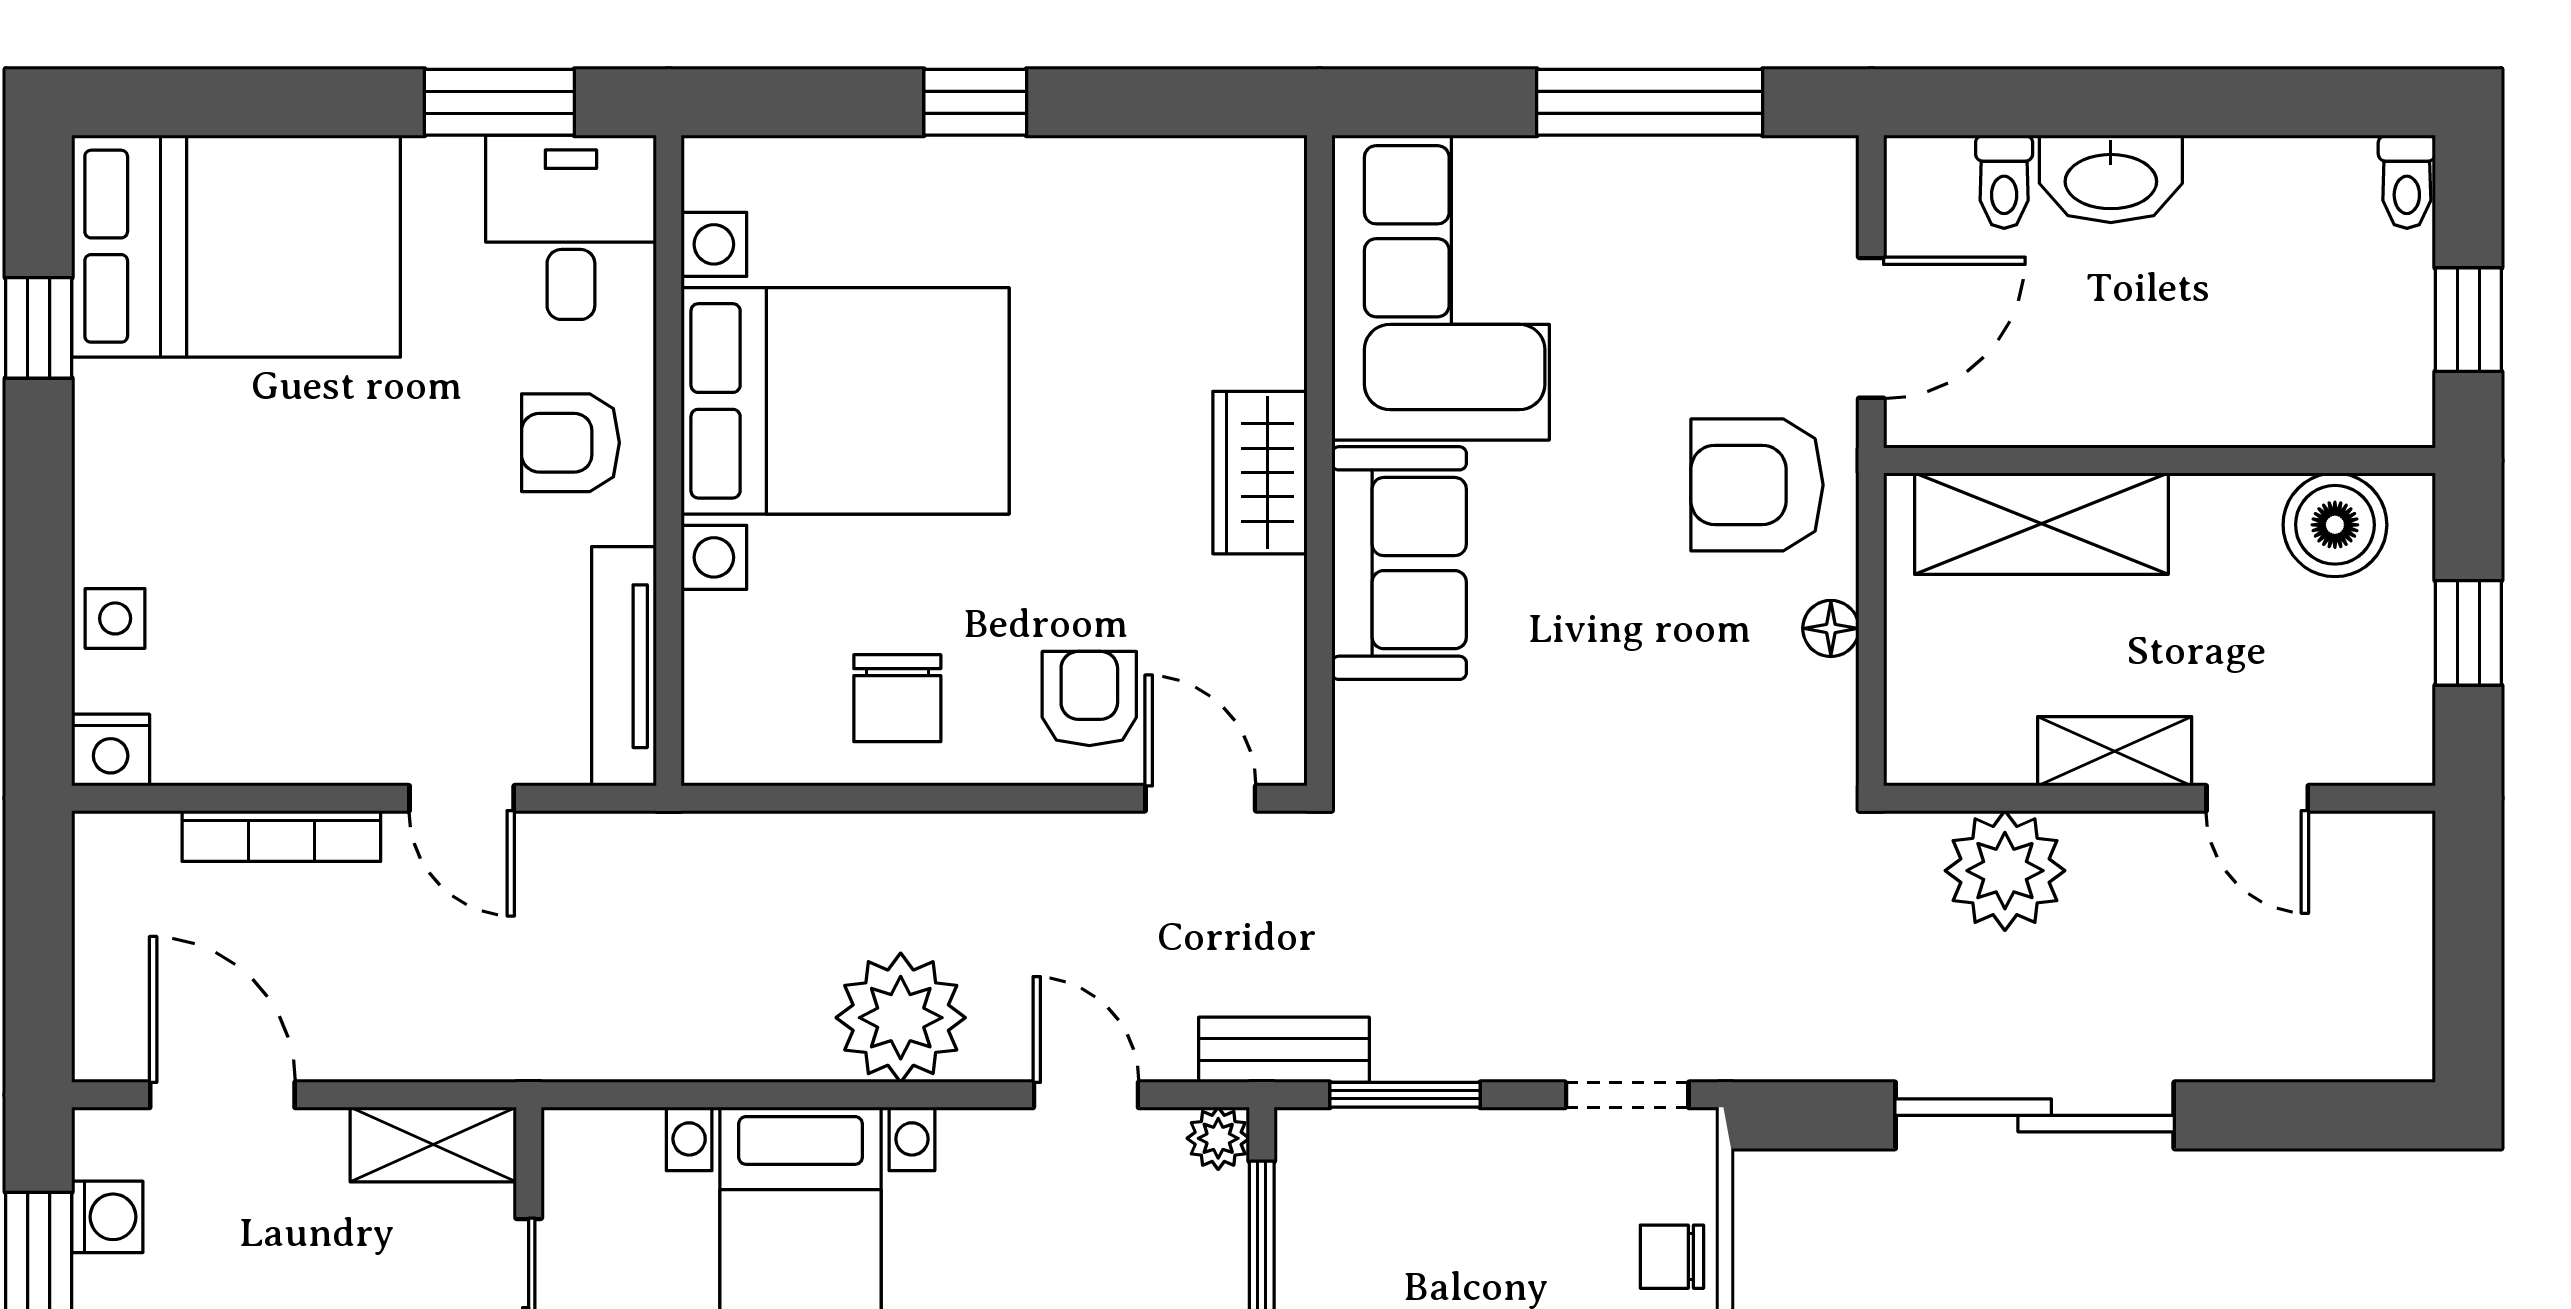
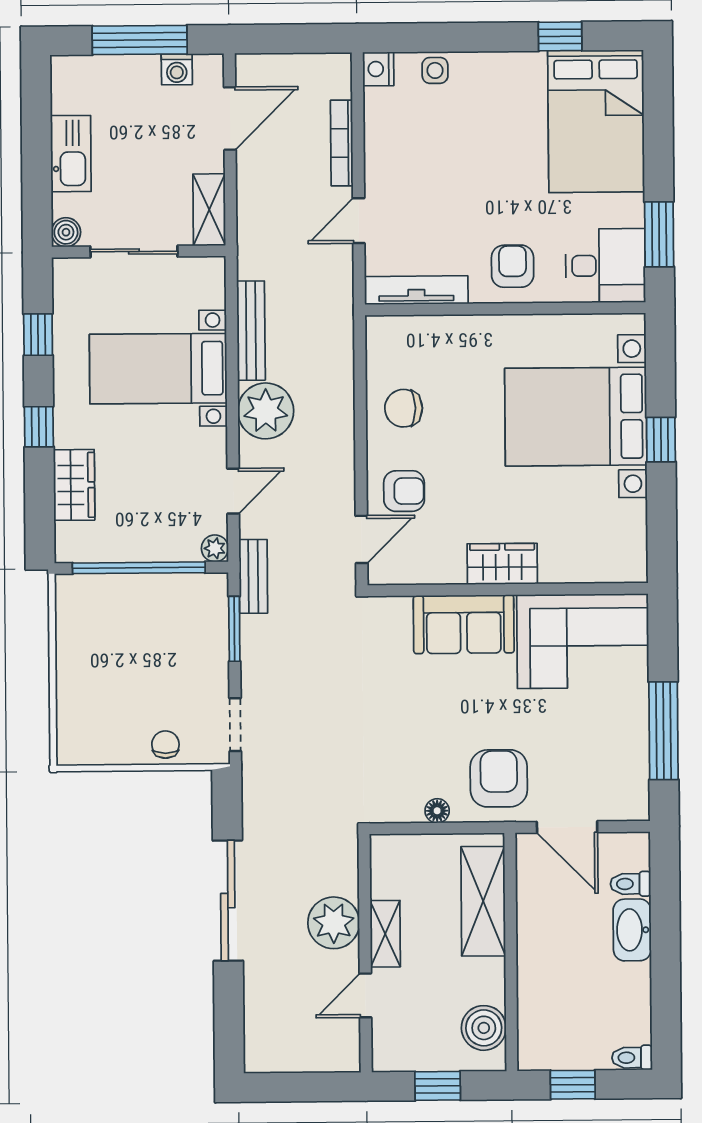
bed with nightstands: (845, 401) -> (576, 417), moved, turned 90
plant: (2005, 871) -> (334, 923), moved
bench: (714, 1050) -> (251, 331), added

